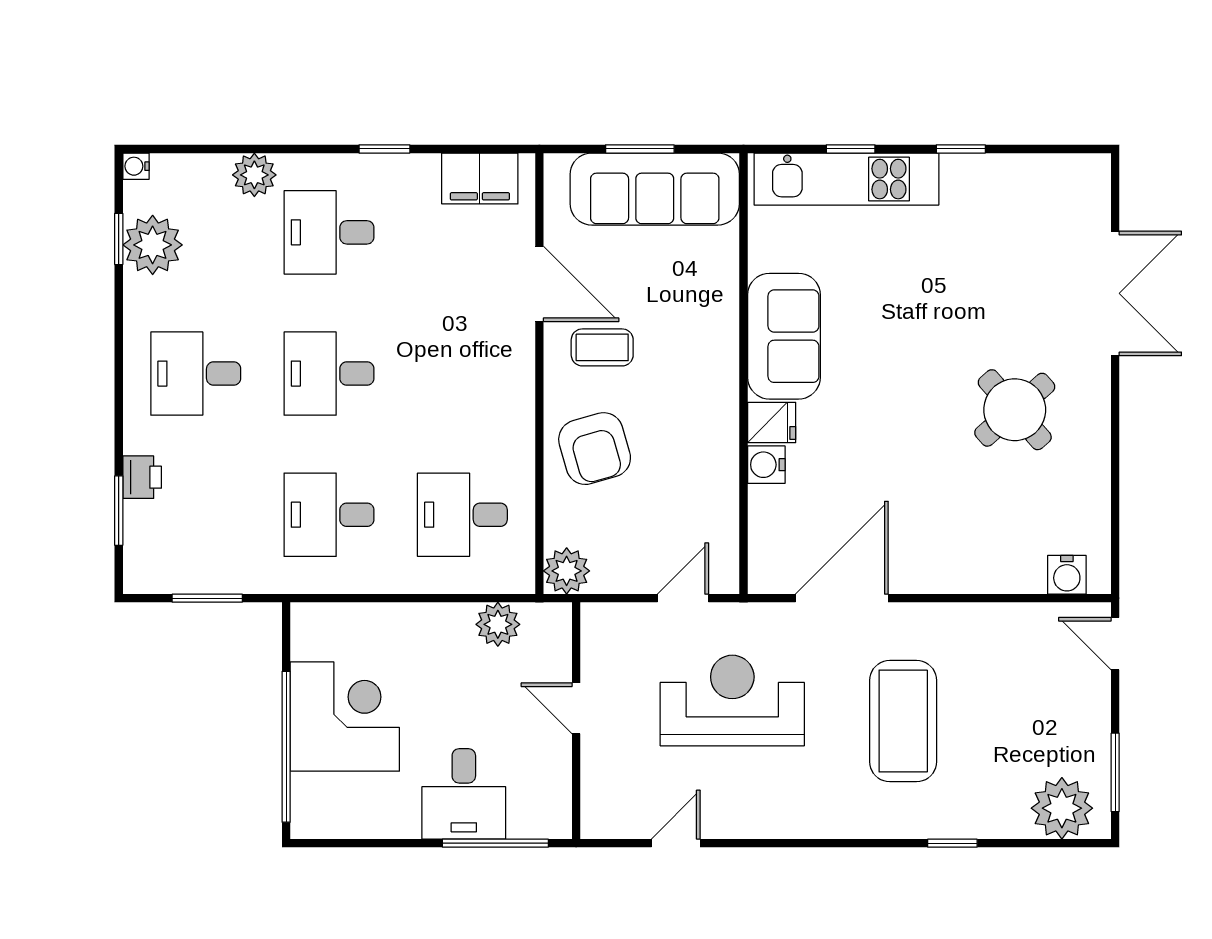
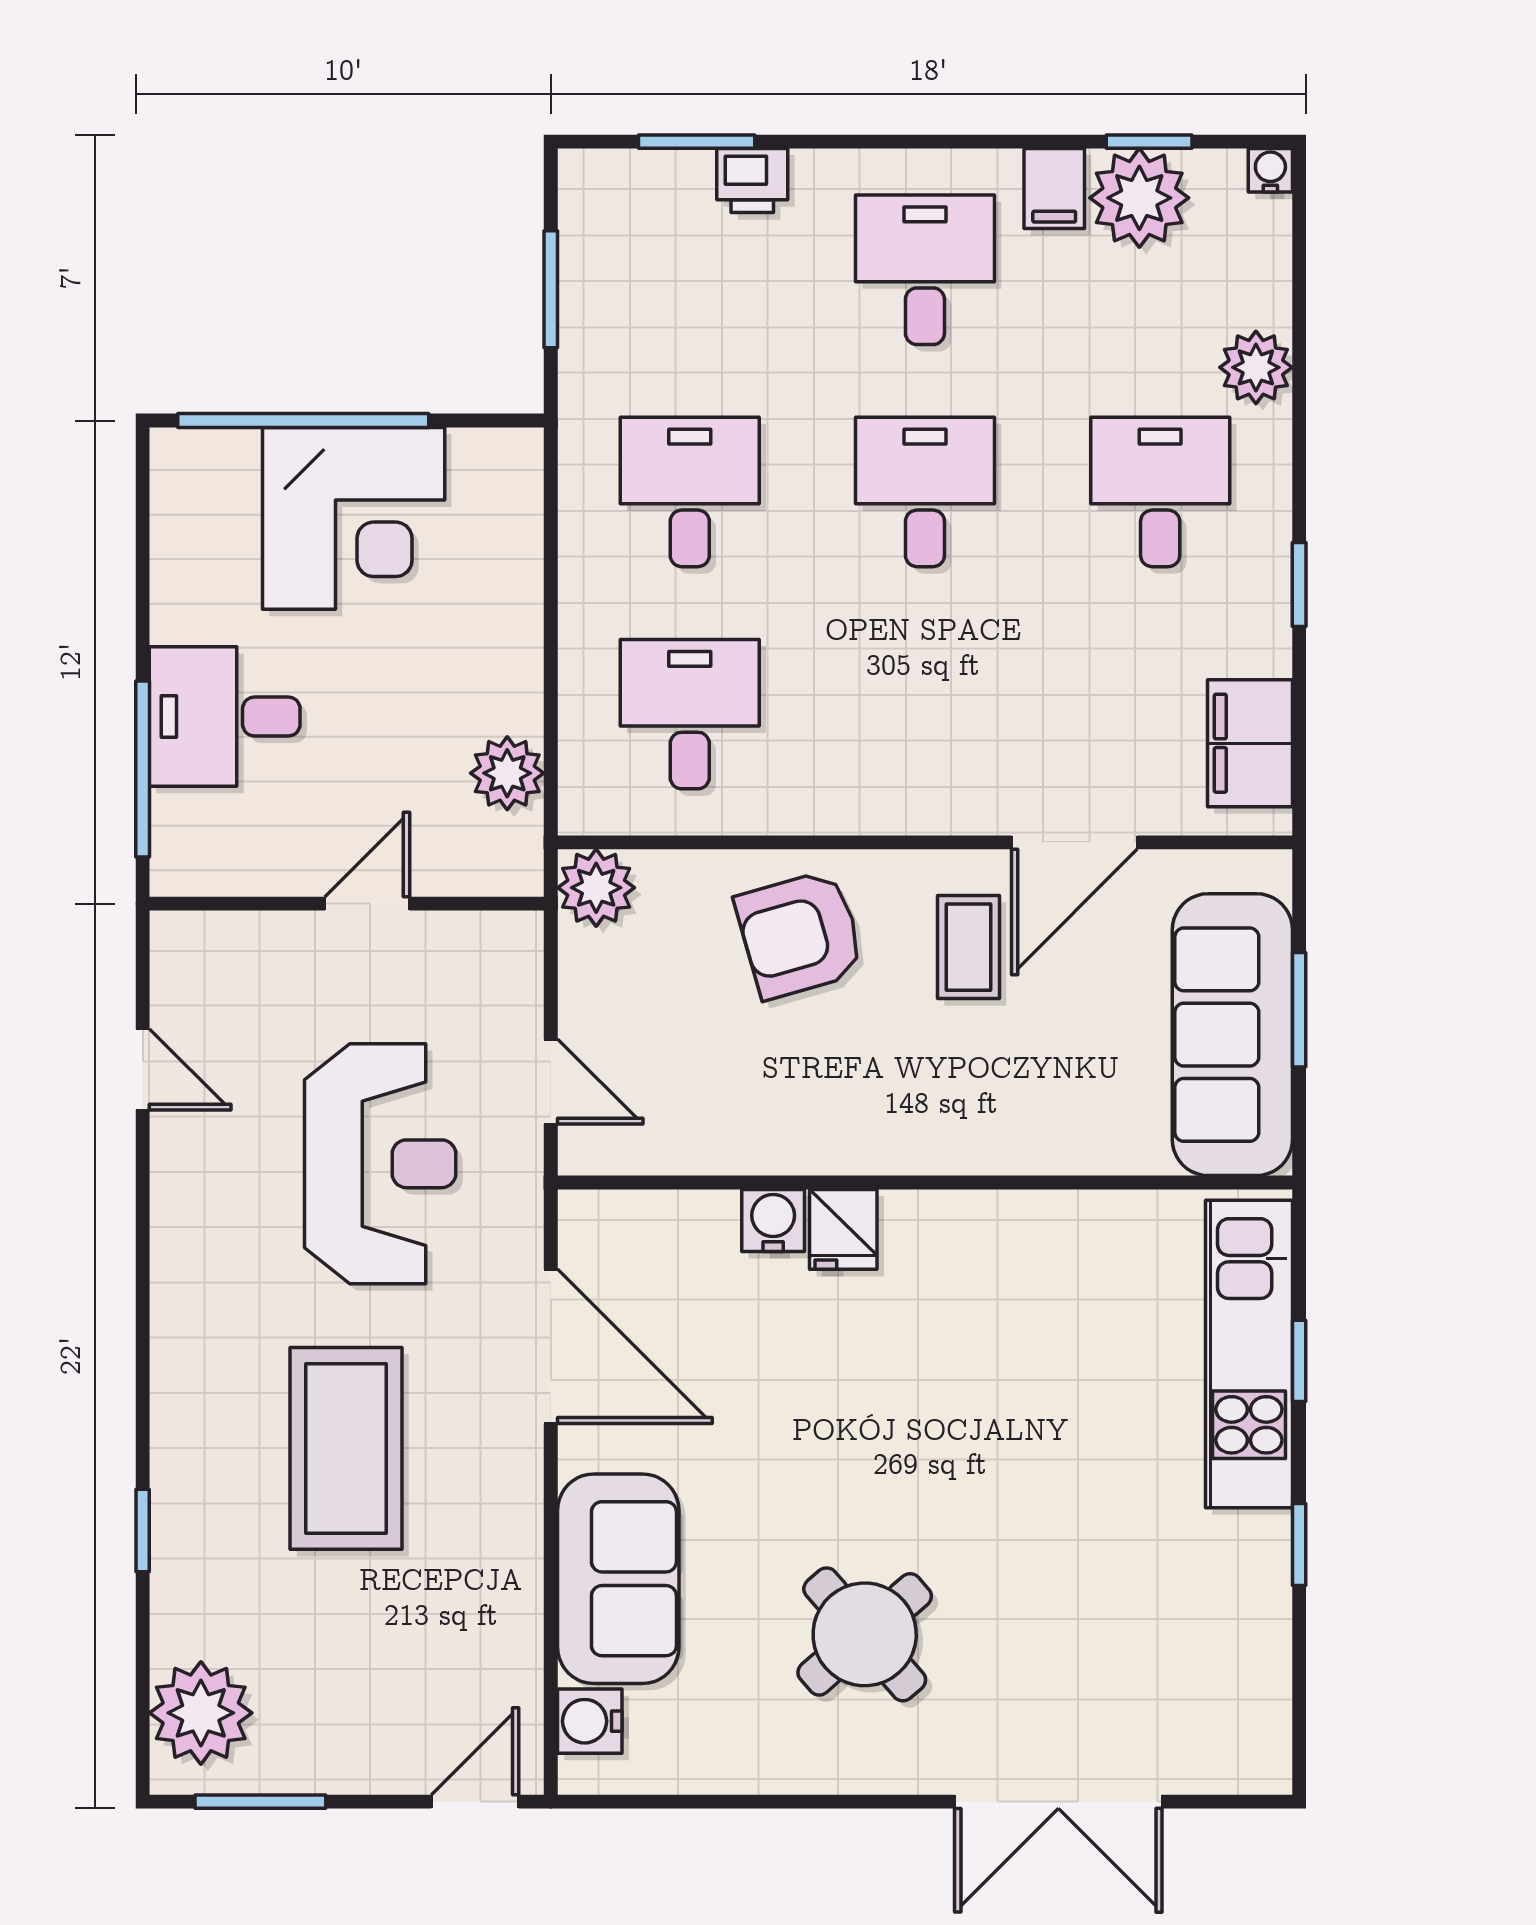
filing cabinet: (147, 296) -> (1054, 189), added
sofa: (784, 336) -> (618, 1579), moved, turned -90
coffee table: (903, 721) -> (346, 1448), turned 90

